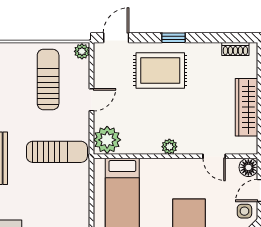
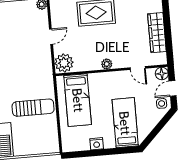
sun lounger: (48, 79) -> (20, 25), removed
sun lounger: (57, 152) -> (33, 108), moved

